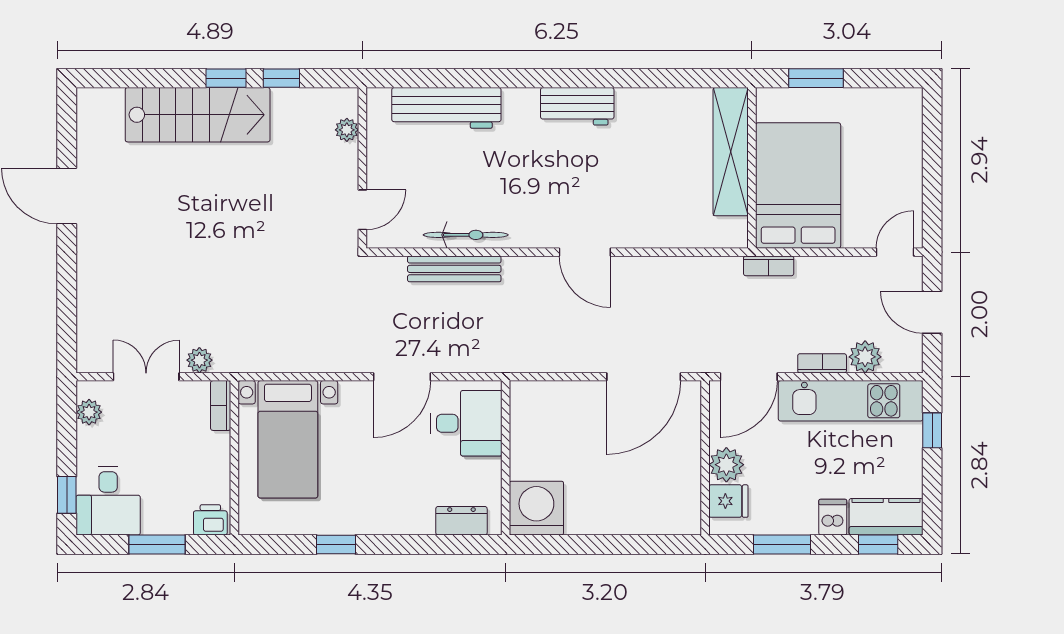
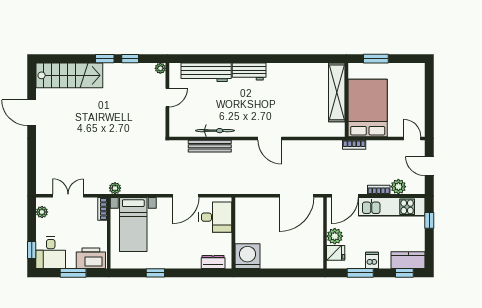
workbench: (577, 106) -> (249, 72), moved
stairs: (198, 115) -> (69, 75), moved
plant: (347, 130) -> (160, 68), moved
door: (362, 210) -> (167, 98), moved
door: (895, 252) -> (412, 138), hinge flipped
plant: (199, 360) -> (115, 188), moved
dishwasher: (833, 517) -> (372, 260), moved
printer: (210, 520) -> (91, 258), width x1.87, depth x1.48

